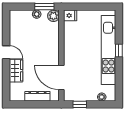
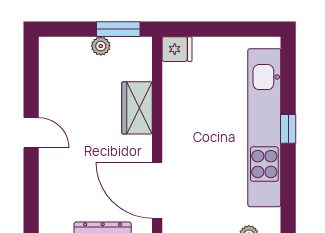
plant: (53, 16) -> (139, 50), removed
wardrobe: (16, 71) -> (137, 108), moved, turned 180

